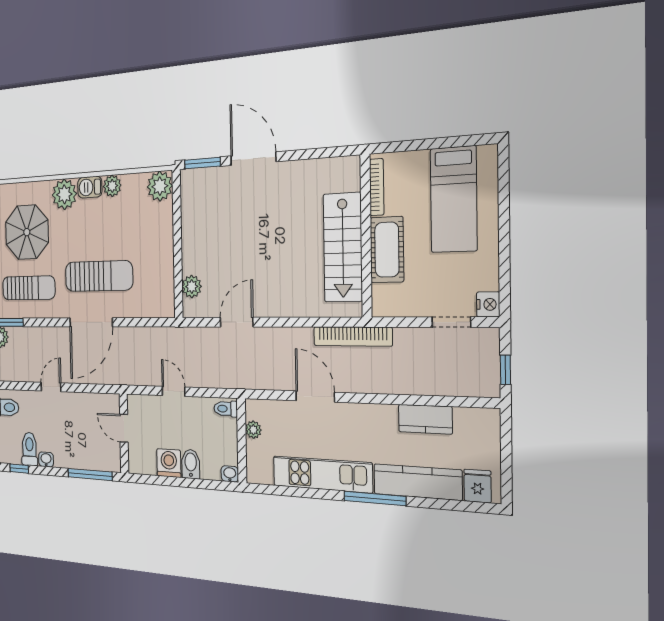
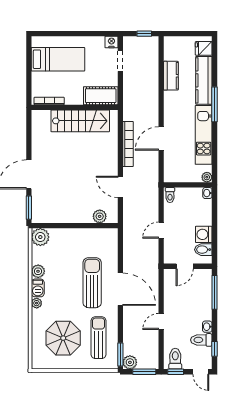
plant: (64, 194) -> (37, 303), width x0.53, depth x0.53
cot: (387, 250) -> (101, 96), moved
bookcase: (353, 336) -> (128, 144), moved
door: (51, 387) -> (161, 321), hinge flipped
plant: (253, 430) -> (207, 177), moved
bidet: (191, 464) -> (203, 250), moved

